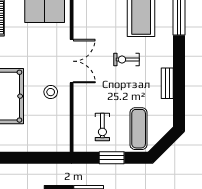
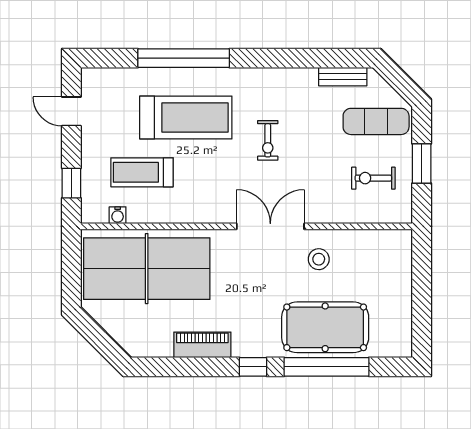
bench: (167, 83) -> (343, 77), moved
exercise bike: (102, 127) -> (373, 178), turned 180

